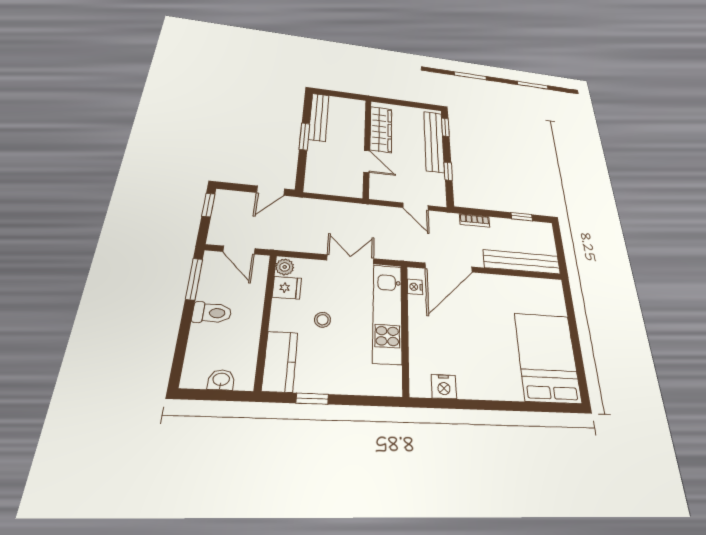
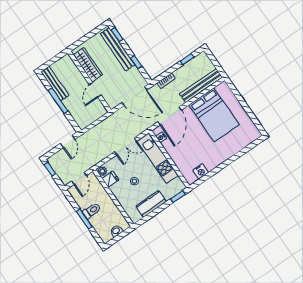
window: (304, 136) -> (58, 101), width x1.44
door: (367, 161) -> (95, 90), swing flipped
door: (416, 207) -> (134, 96), width x1.87
door: (239, 250) -> (79, 178), hinge flipped
double door: (350, 259) -> (126, 146), swing flipped
window: (194, 279) -> (84, 219), moved
bed: (547, 357) -> (214, 115), moved, turned 180
kitchen counter: (280, 361) -> (151, 204), moved, turned -90
window: (312, 399) -> (178, 197), moved

